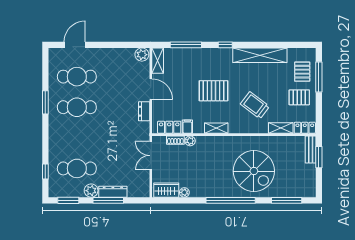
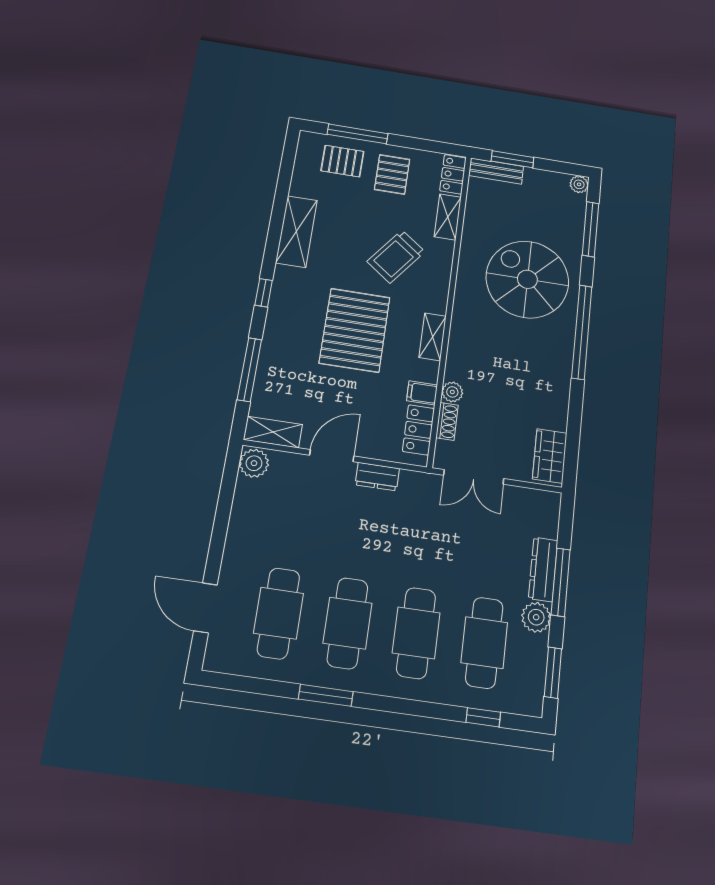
shelving: (260, 55) -> (297, 231), width x0.68
pallet: (214, 91) -> (355, 330), width x1.37, depth x1.41
cafe table: (77, 138) -> (416, 633), added
spiral stairs: (254, 171) -> (527, 279), turned -90
plant: (184, 192) -> (579, 184), moved

